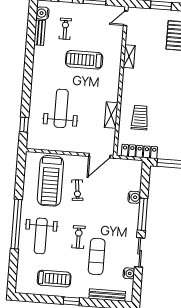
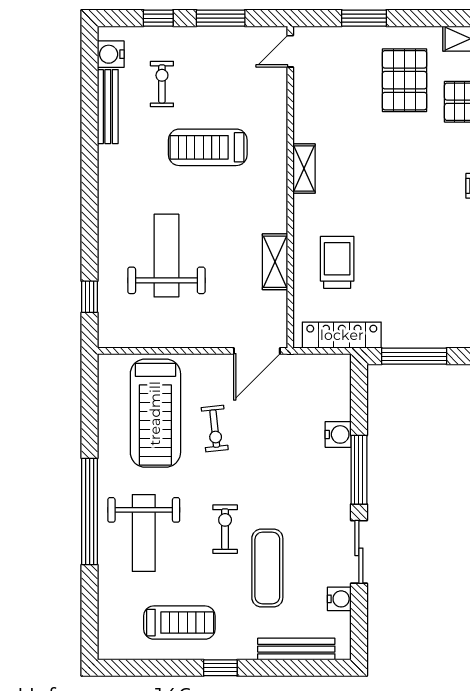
bench: (40, 33) -> (108, 107), width x1.36
shelving: (129, 56) -> (304, 169), moved

